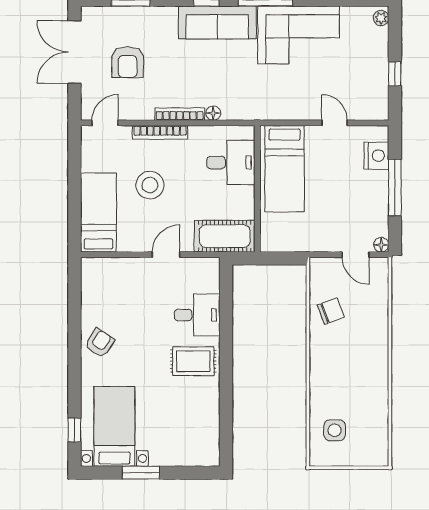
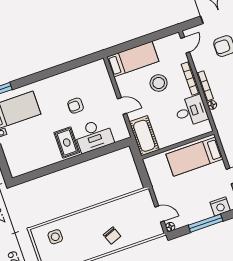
door: (105, 123) -> (185, 45), hinge flipped
desk: (231, 163) -> (191, 111), moved, turned -90
door: (356, 255) -> (159, 214), swing flipped
chair: (331, 311) -> (112, 236), moved
desk: (197, 315) -> (94, 136), width x1.37
armchair: (100, 343) -> (76, 106), moved, turned 147

